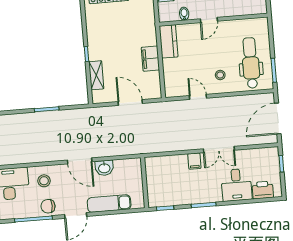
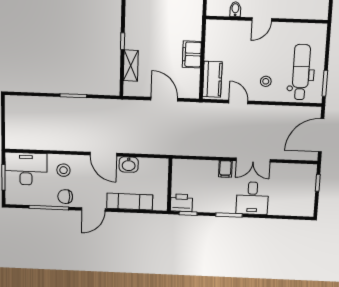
kitchen counter: (169, 41) -> (212, 79), moved
desk: (236, 185) -> (252, 198), moved
printer: (263, 190) -> (181, 203), moved

